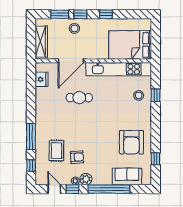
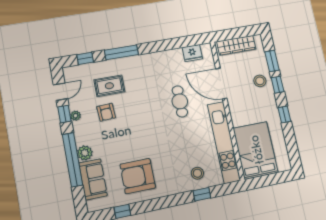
plant: (86, 179) -> (85, 153), moved

